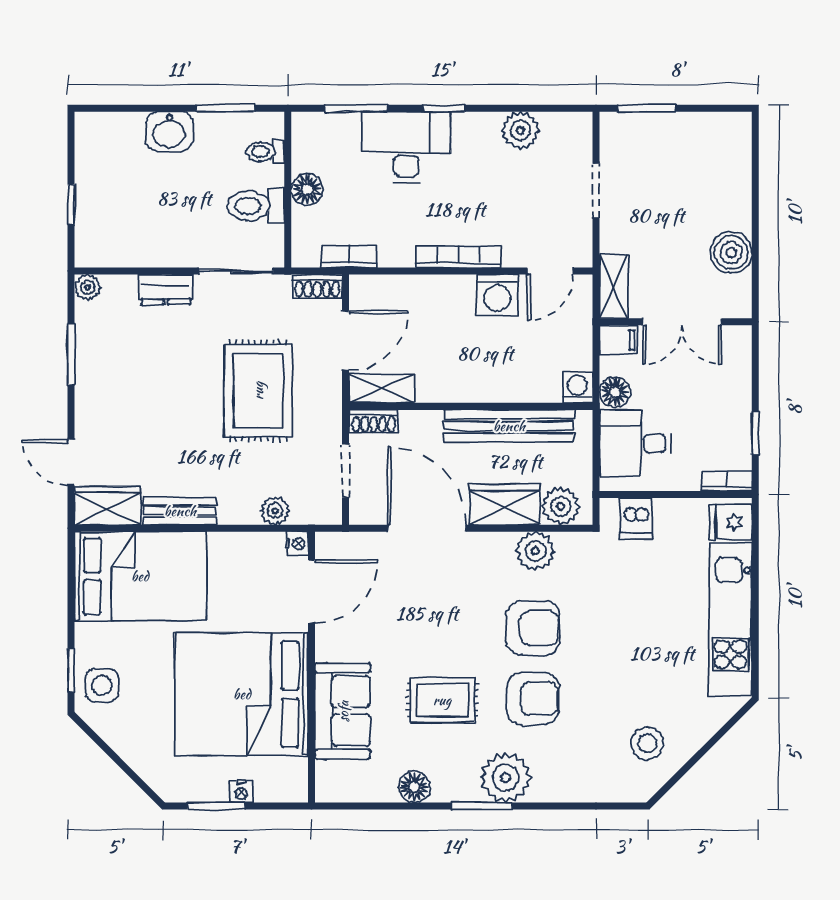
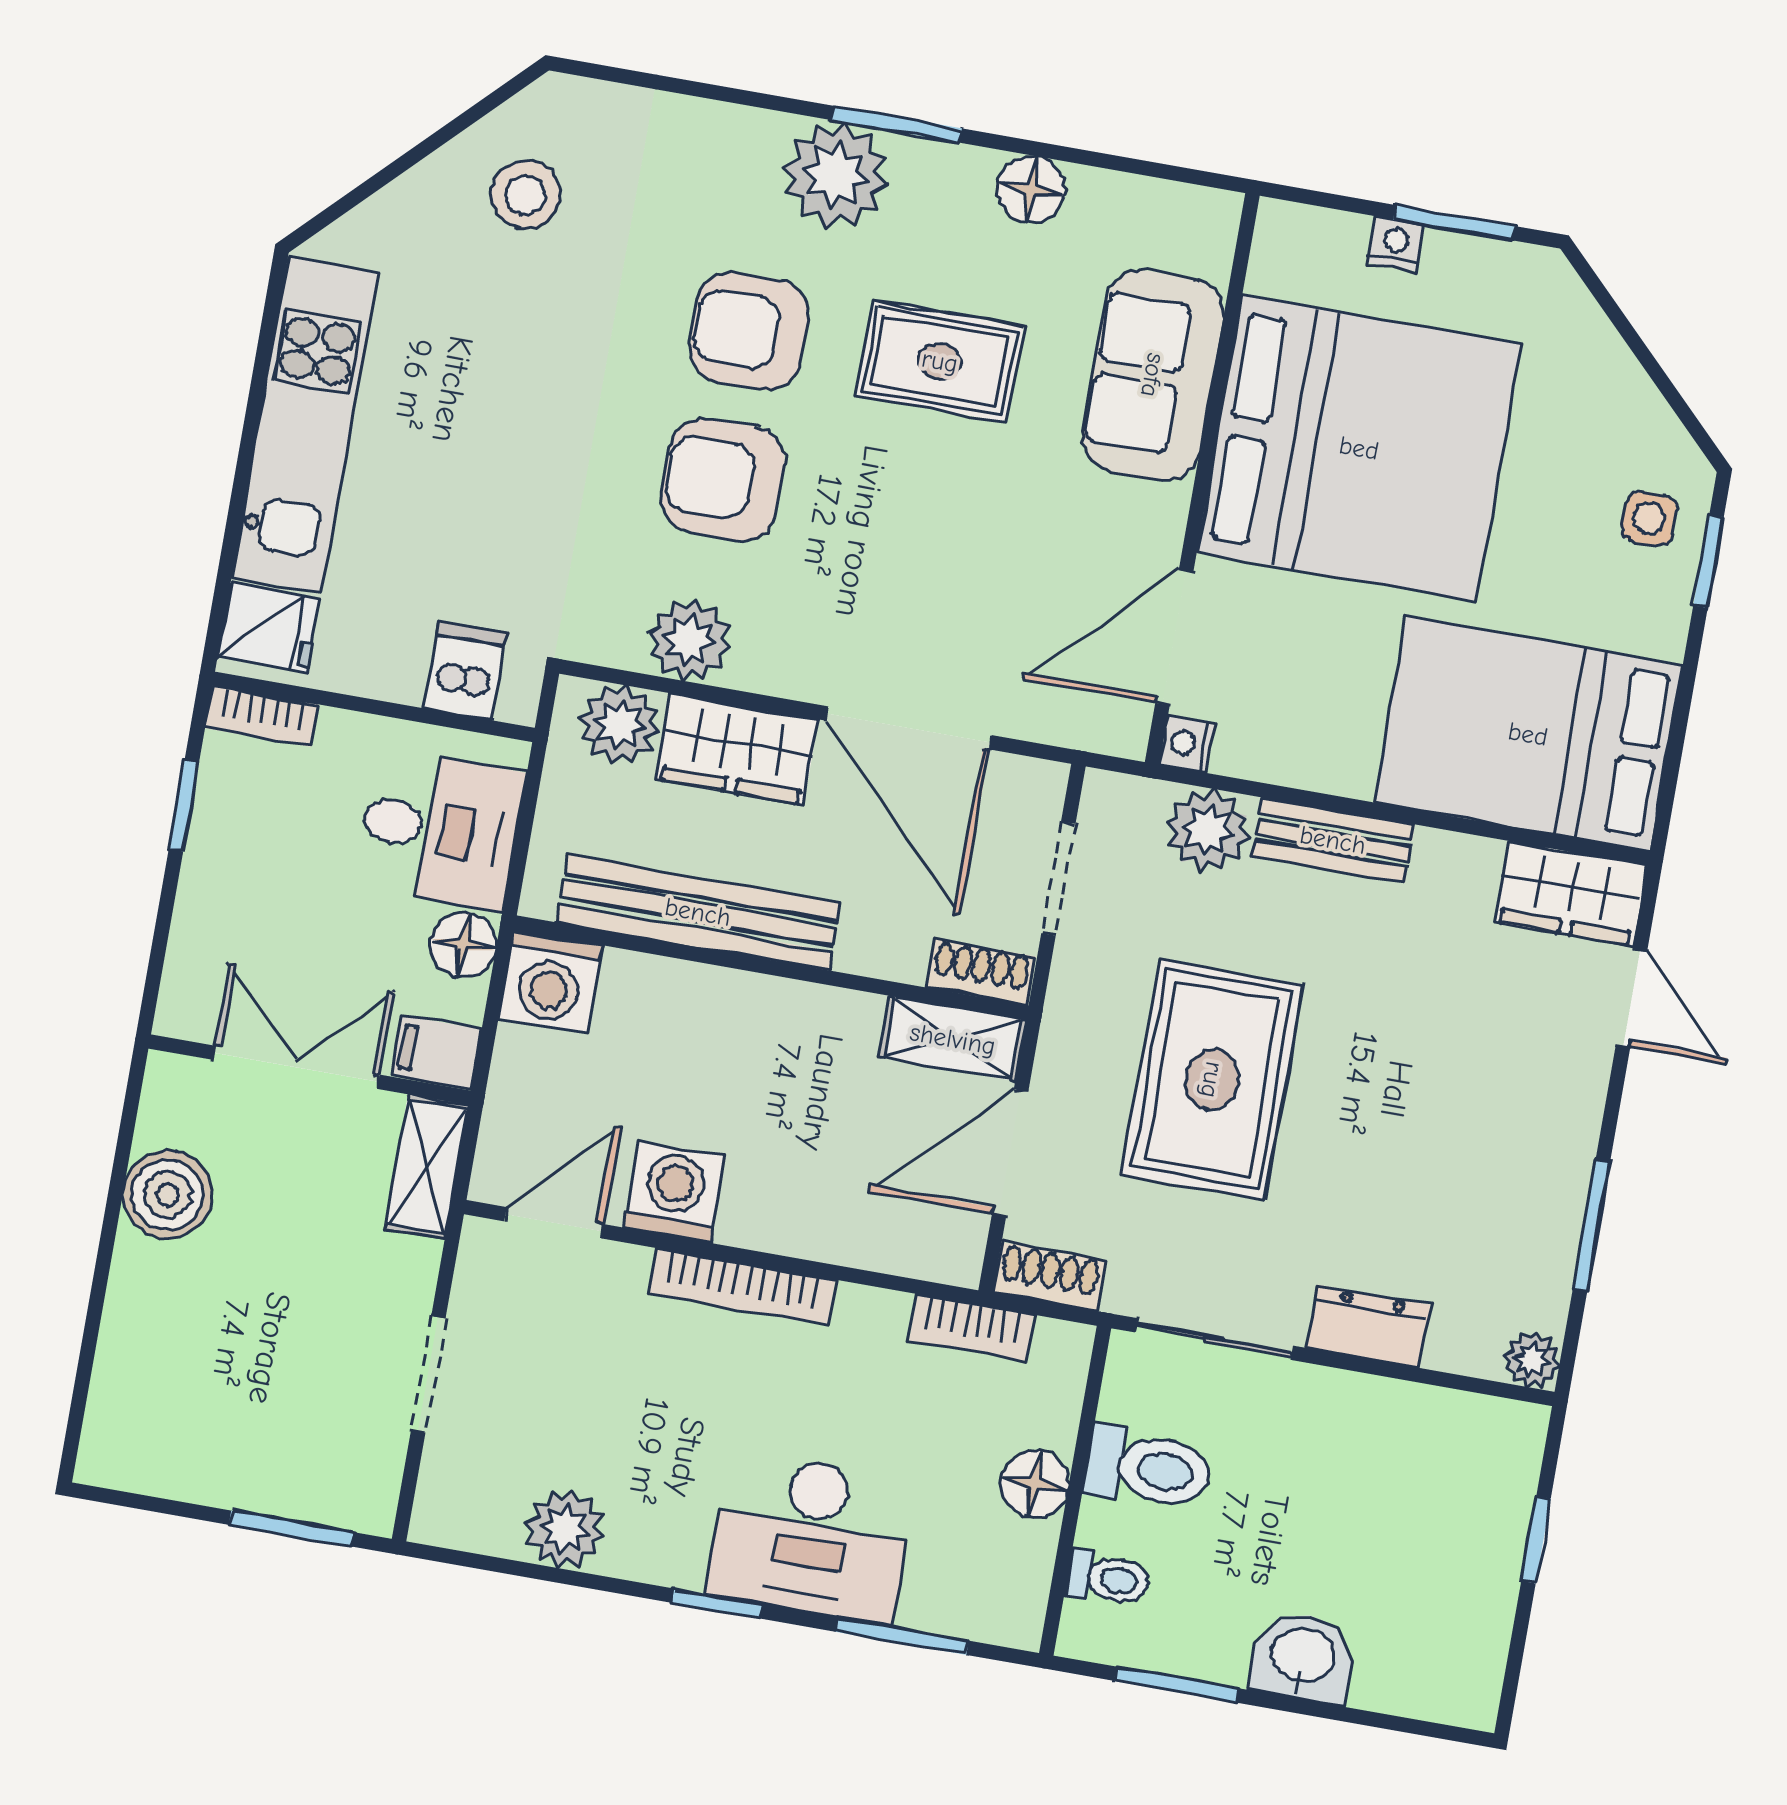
washing machine: (577, 388) -> (550, 982), width x1.38, depth x1.38
bench: (180, 511) -> (1333, 840), moved
plant: (275, 511) -> (1208, 830), width x1.38, depth x1.38
side table: (102, 685) -> (1649, 519), width x0.73, depth x0.73

